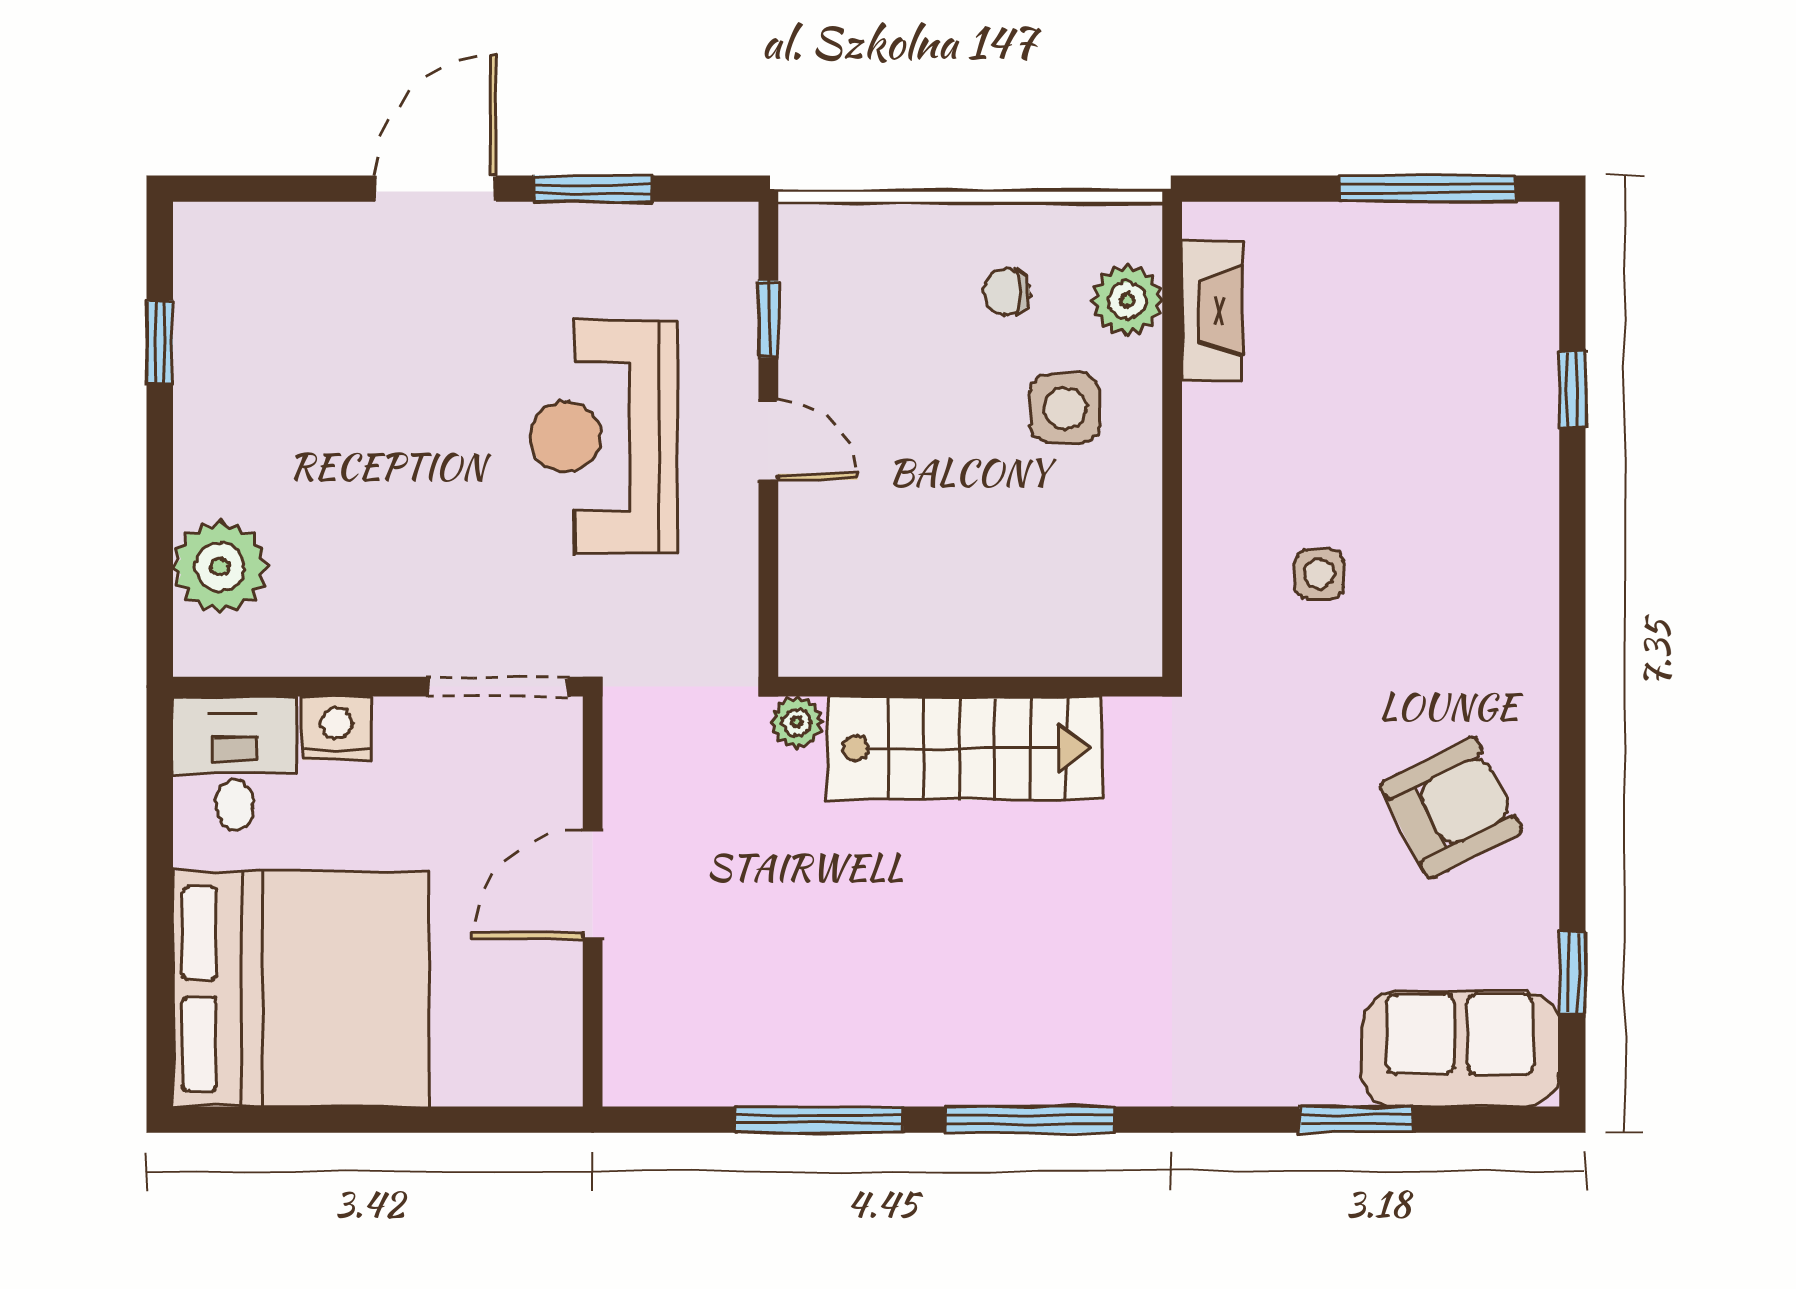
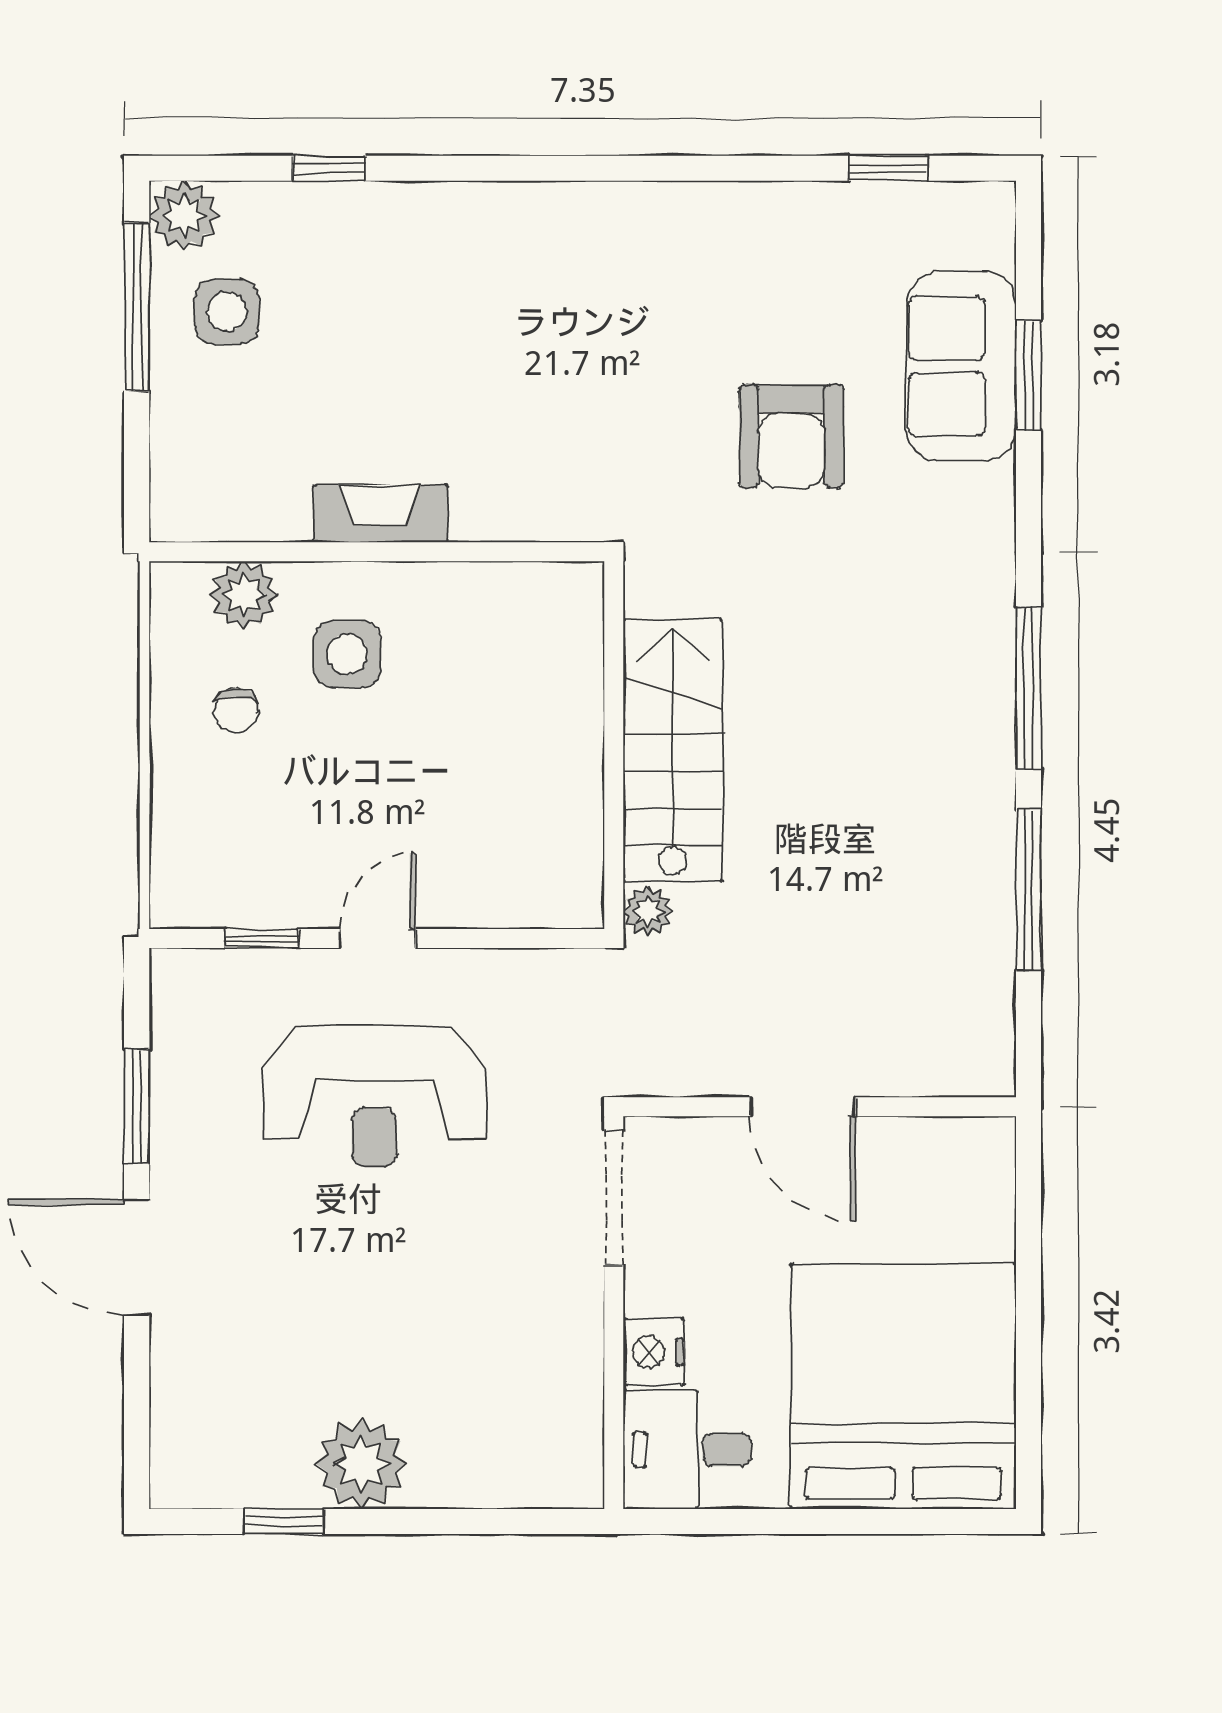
plant: (1523, 238) -> (184, 216), added
fireplace: (1212, 311) -> (380, 514), moved
plant: (220, 567) -> (361, 1464), moved
side table: (1319, 574) -> (227, 312), moved, width x1.37, depth x1.37
armchair: (1451, 808) -> (791, 436), moved, turned -153
sofa: (1460, 1049) -> (961, 366), moved

